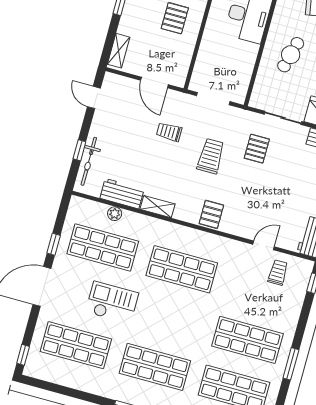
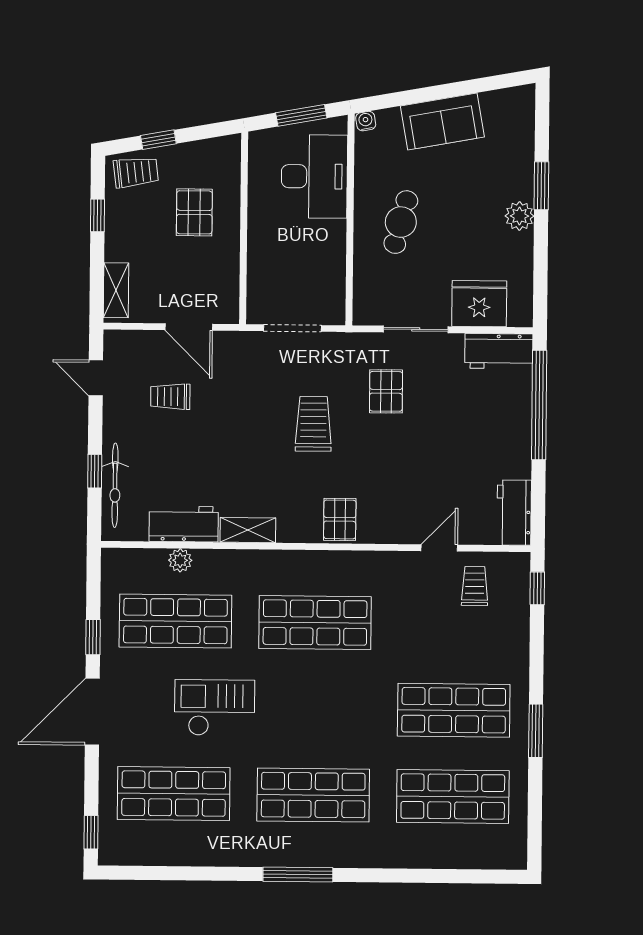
trolley: (169, 132) -> (170, 397), moved

